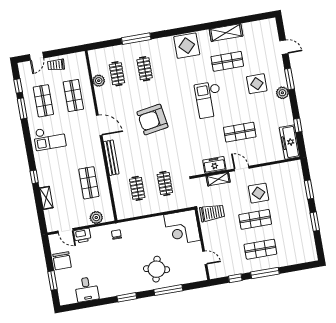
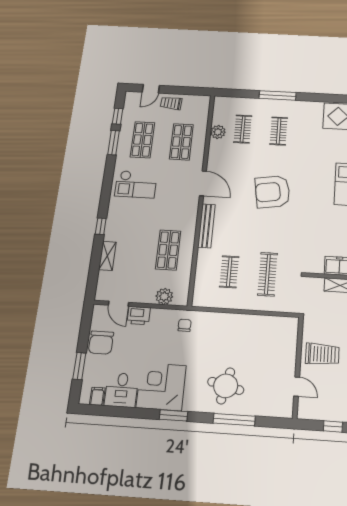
clothes rail: (165, 183) -> (267, 274), width x1.36
trolley: (212, 213) -> (322, 354), moved
corner desk: (182, 228) -> (161, 387), moved, turned 90
filing cabinet: (71, 298) -> (97, 396), added

